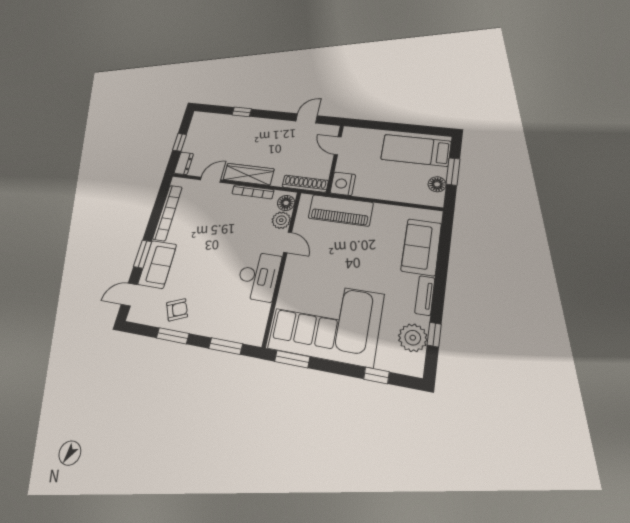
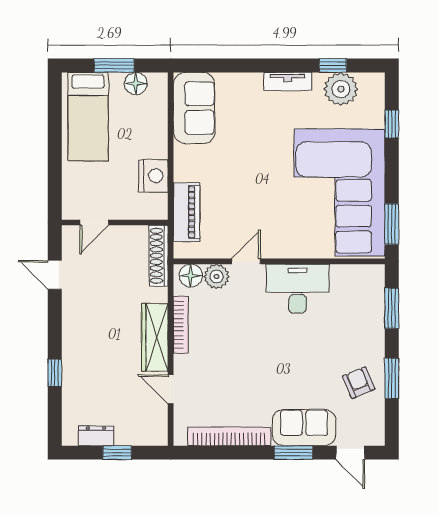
dresser: (184, 163) -> (96, 436), moved
nightstand: (343, 184) -> (153, 176), moved, turned -90
piano: (341, 210) -> (187, 212), width x0.73, depth x0.75
sofa: (421, 247) -> (194, 108), moved, turned -90

